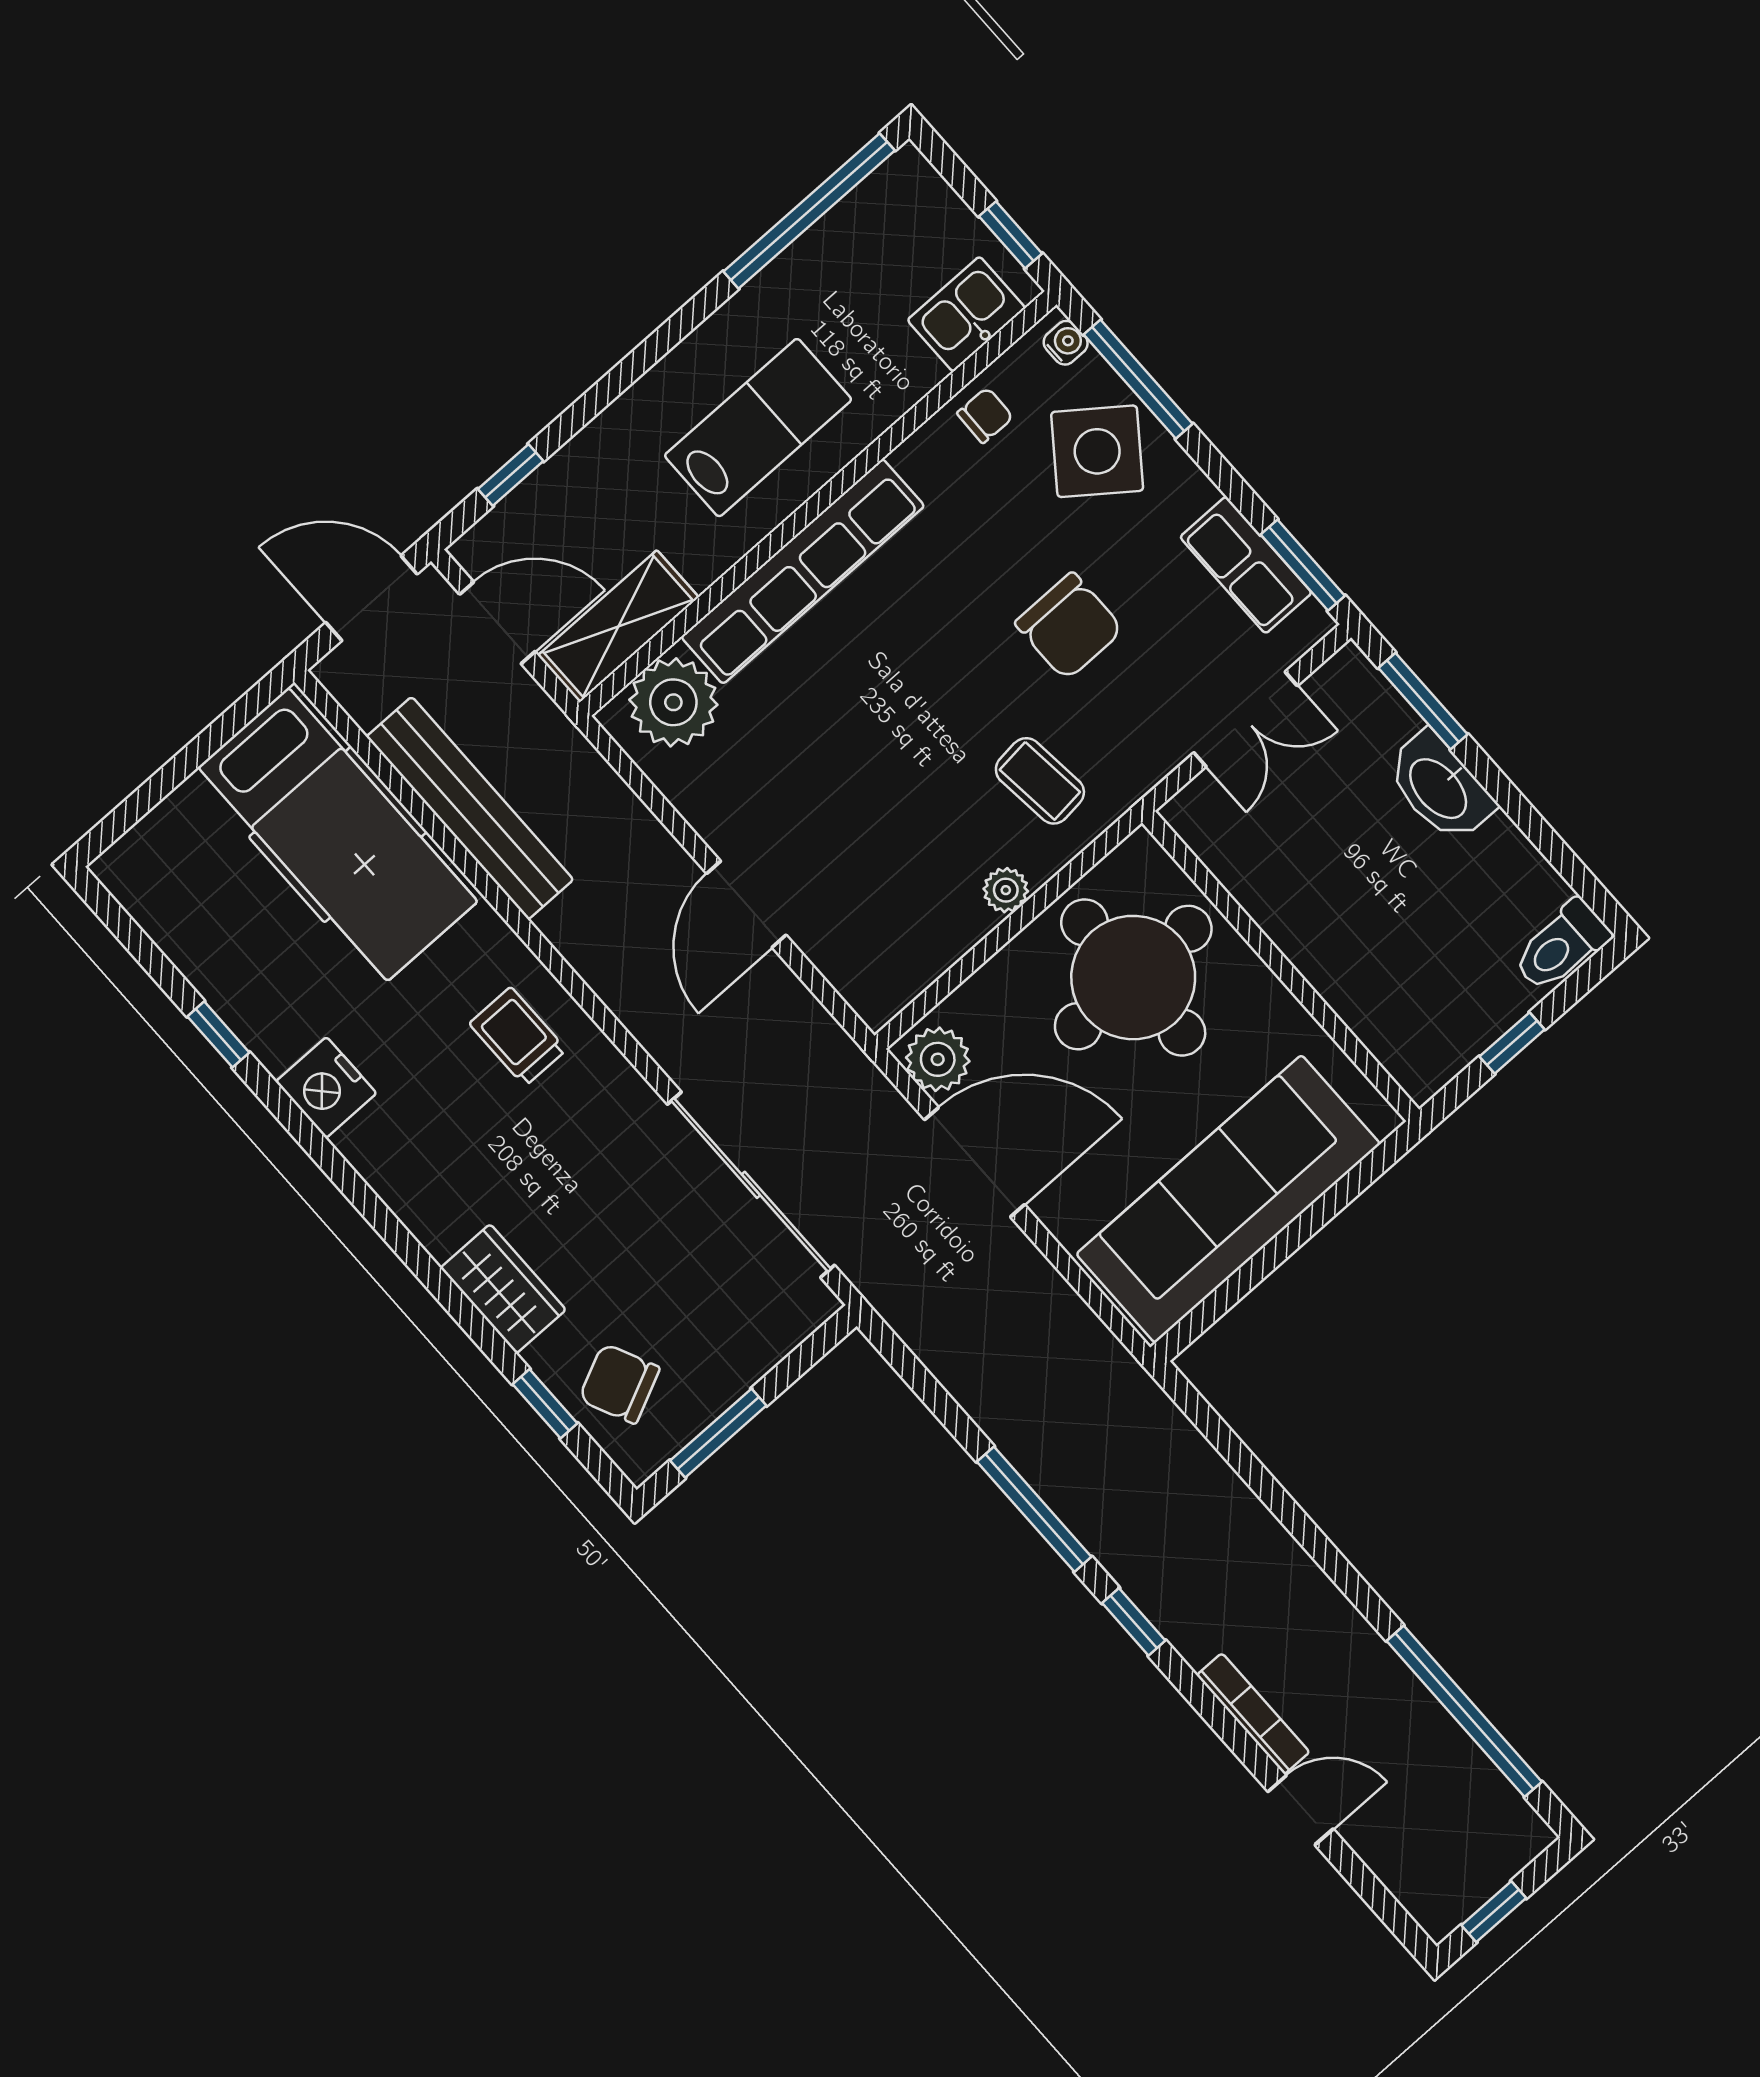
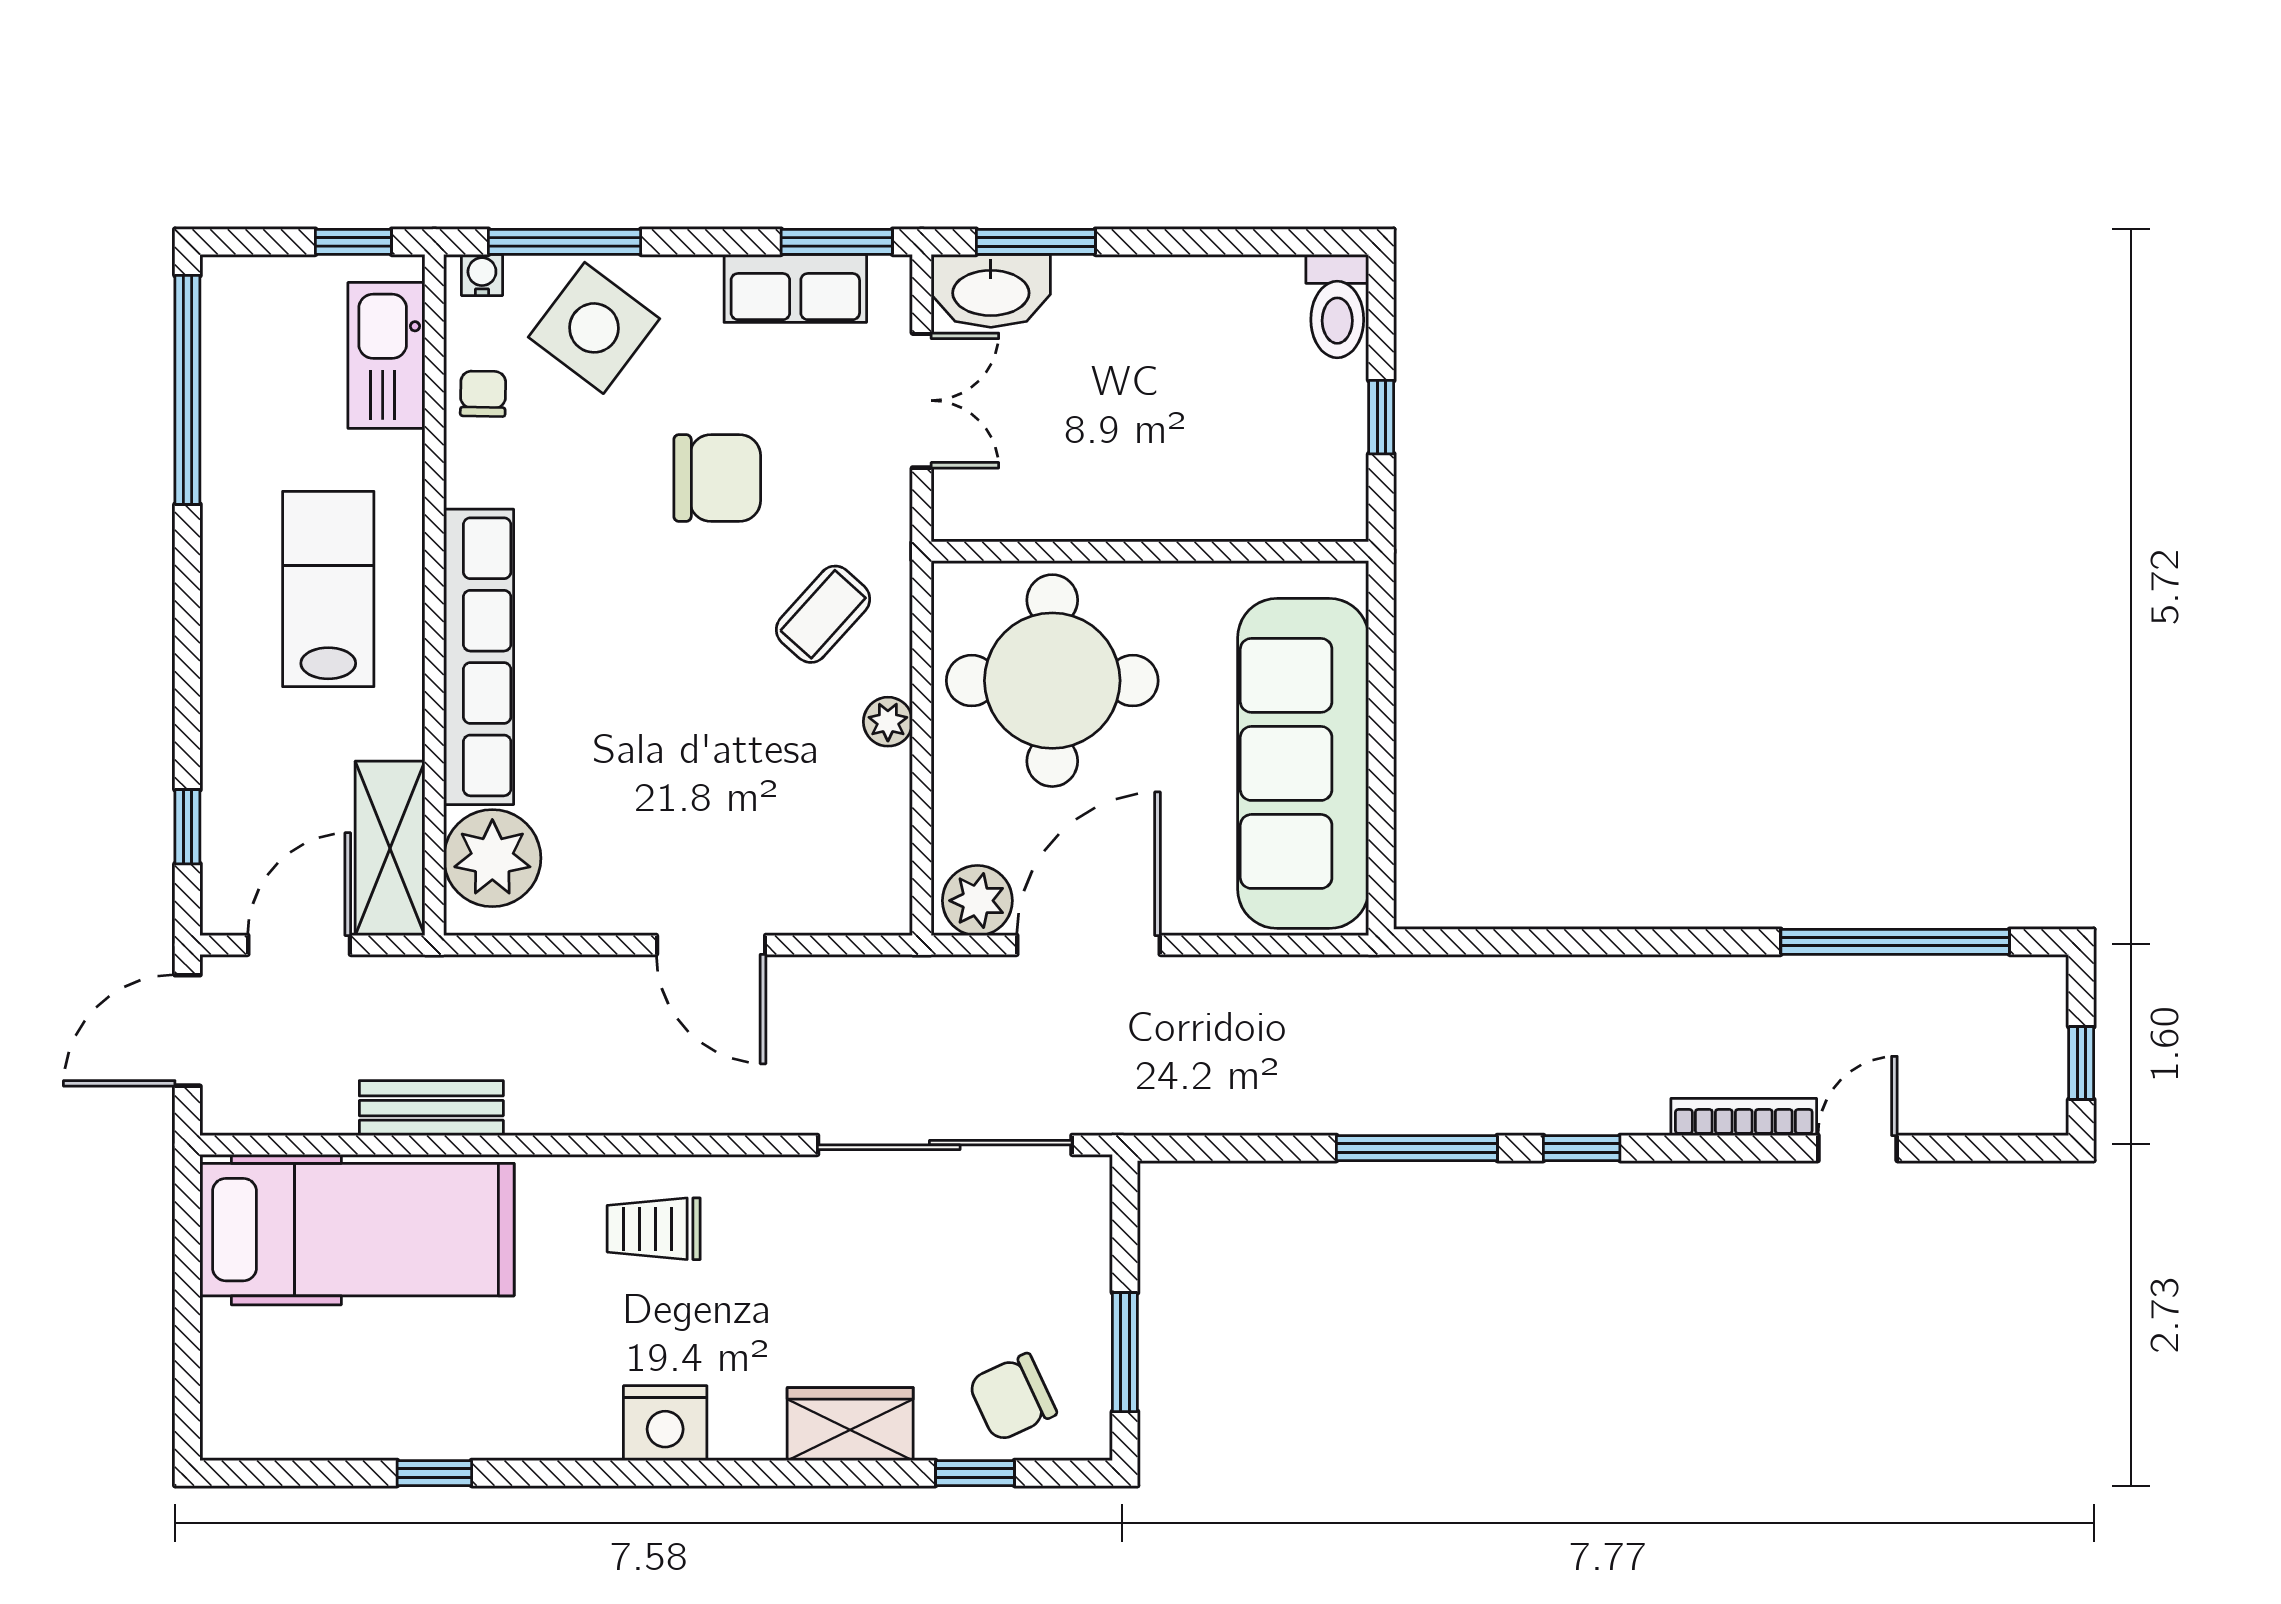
kitchen sink: (966, 314) -> (386, 355), width x1.38
coffee table: (1040, 781) -> (823, 614), turned -42
washbasin: (1440, 787) -> (991, 291), moved
bench: (470, 808) -> (431, 1108), width x0.54, depth x0.82
nightstand: (326, 1088) -> (665, 1423), moved

